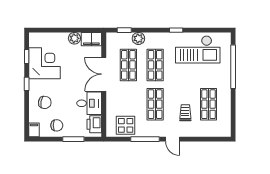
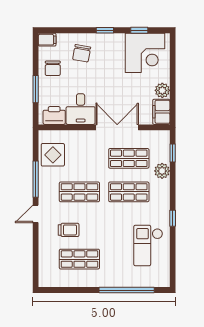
checkout: (198, 49) -> (148, 245), width x0.73, depth x0.83
corner desk: (45, 63) -> (145, 53), moved

